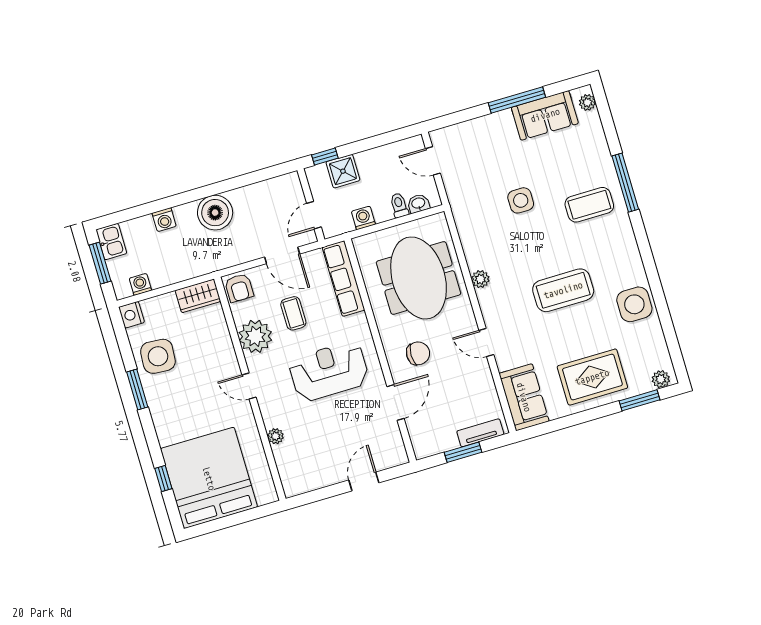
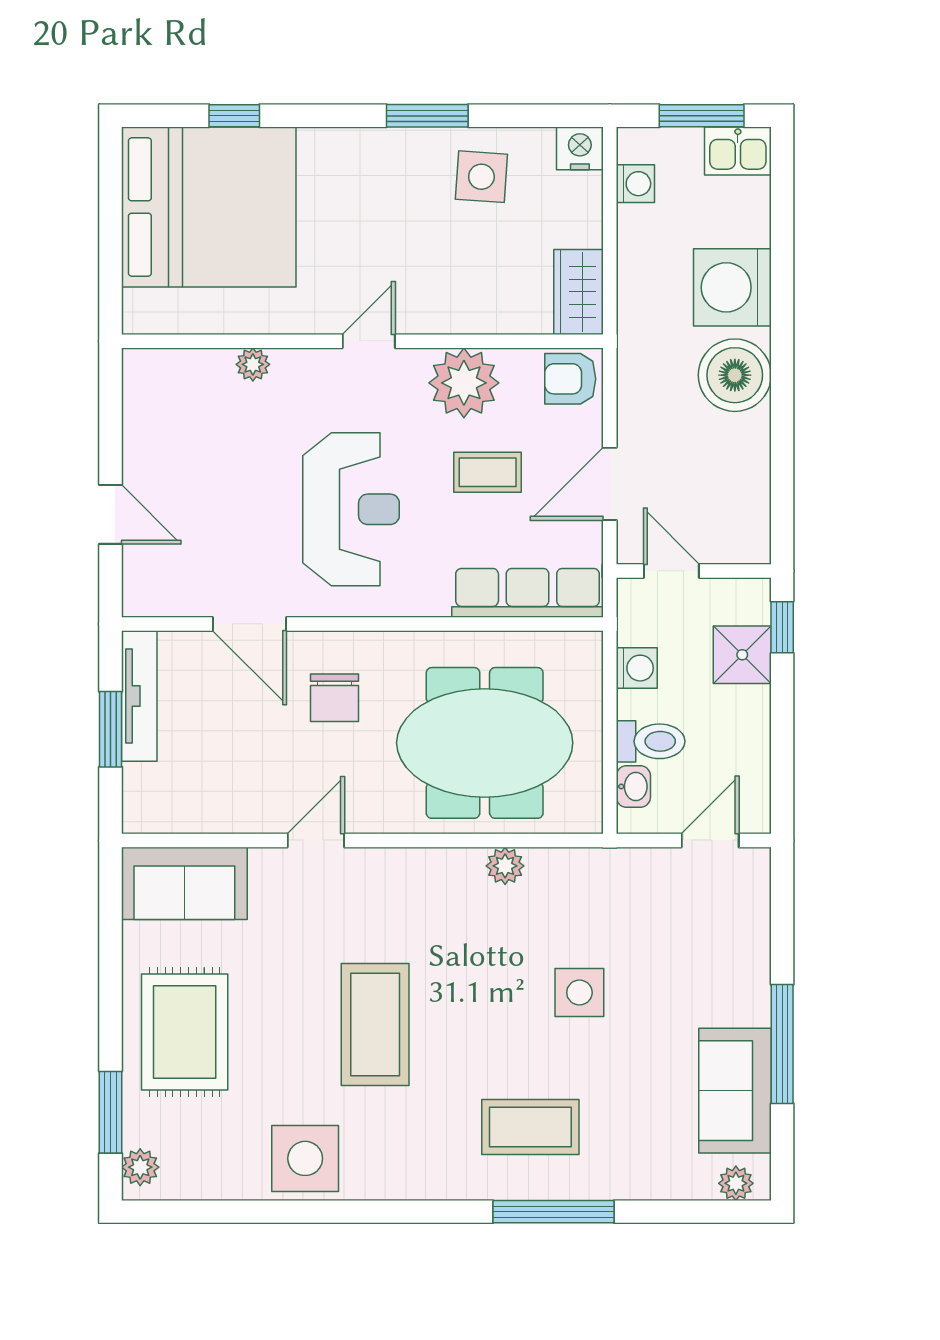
toilet: (399, 205) -> (651, 741), width x1.37, depth x1.39
coffee table: (589, 205) -> (530, 1127), turned 90
washing machine: (164, 220) -> (732, 287), width x1.89, depth x1.89
plant: (480, 279) -> (505, 866), moved
side table: (158, 356) -> (481, 177), width x0.73, depth x0.73
tv unit: (480, 433) -> (139, 696), moved, width x1.41

